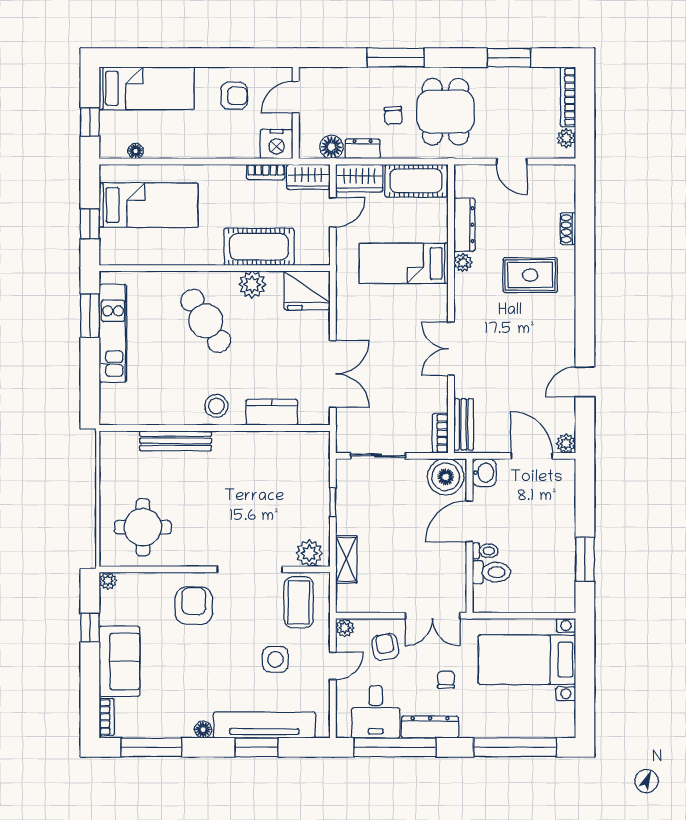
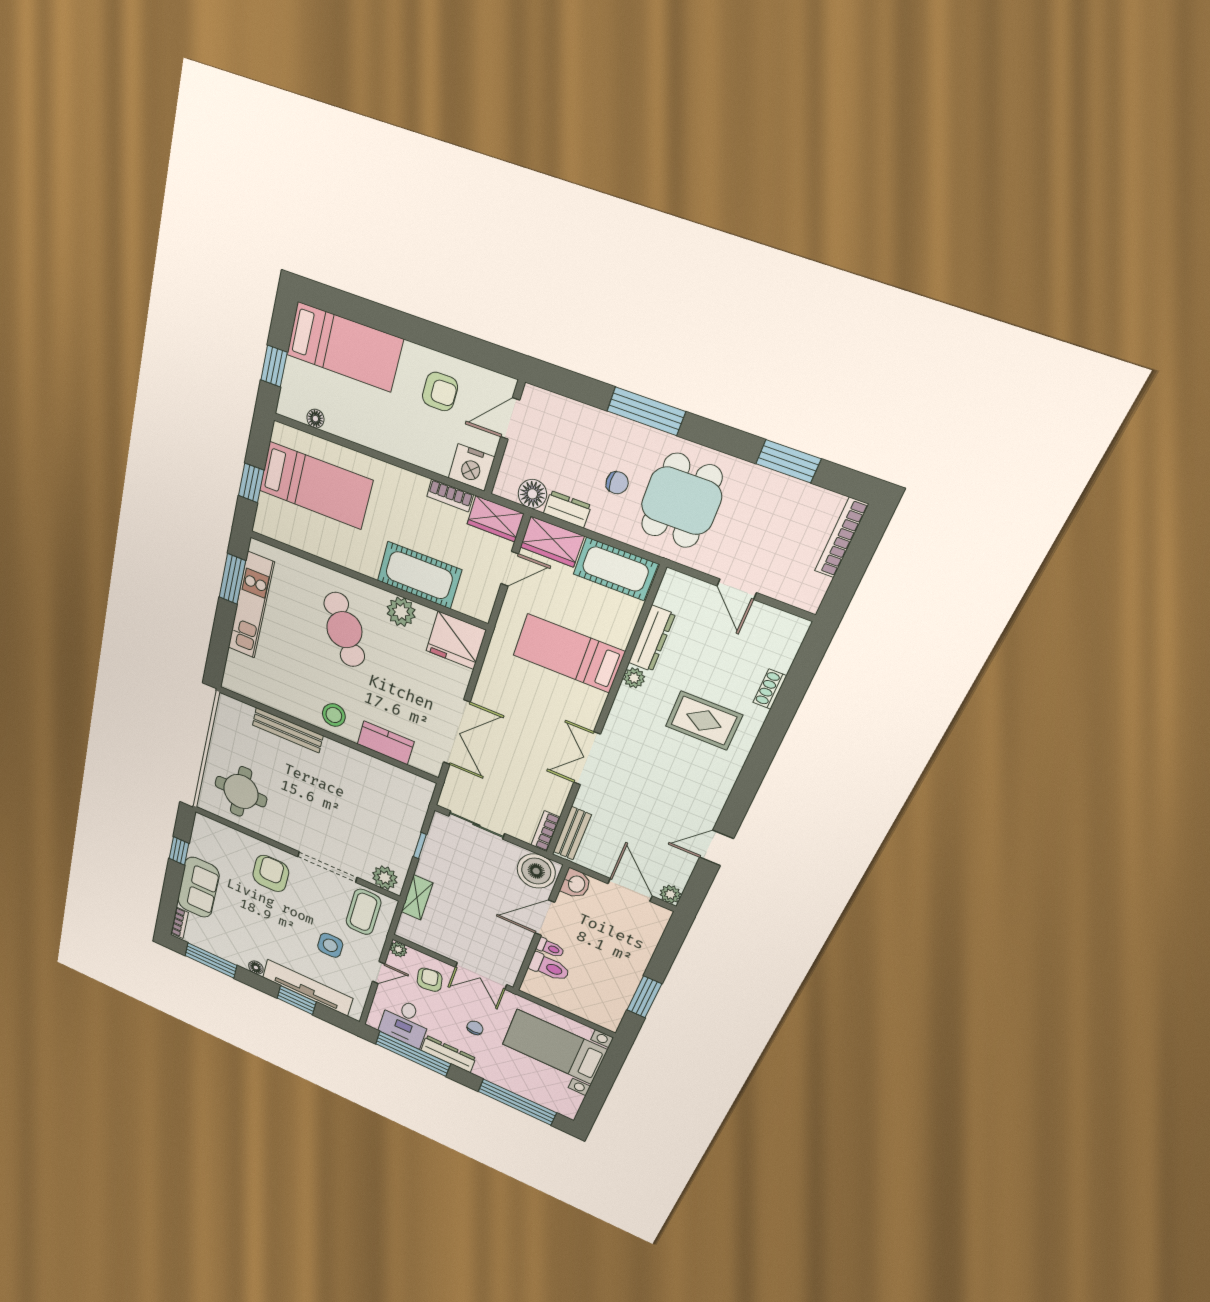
chair: (393, 116) -> (617, 483), turned -86
plant: (566, 138) -> (816, 587), removed
plant: (108, 581) -> (201, 821), removed

